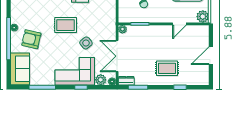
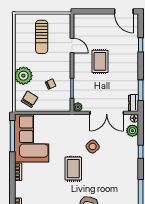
plant: (203, 16) -> (64, 20), removed
door: (211, 56) -> (124, 11), moved
rug: (167, 68) -> (100, 61), moved
corner sofa: (75, 71) -> (123, 159), removed

